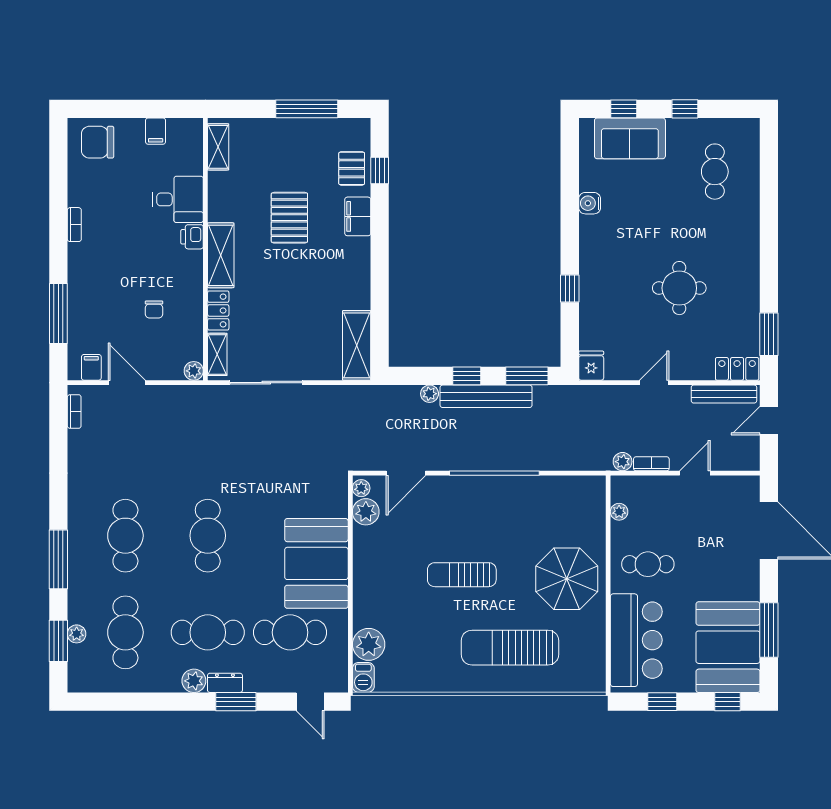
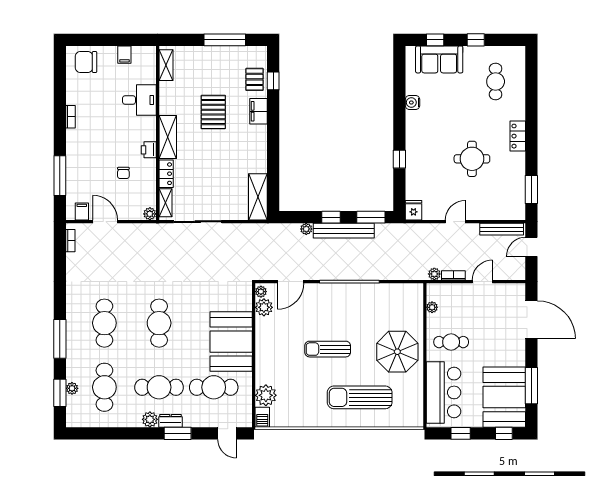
printer: (192, 237) -> (149, 150), moved
locker: (737, 369) -> (518, 136), moved, turned -90

